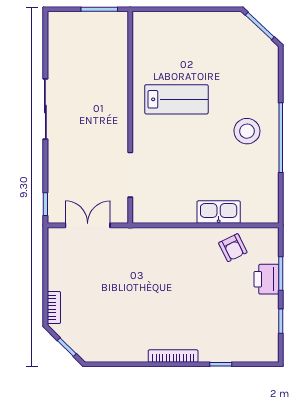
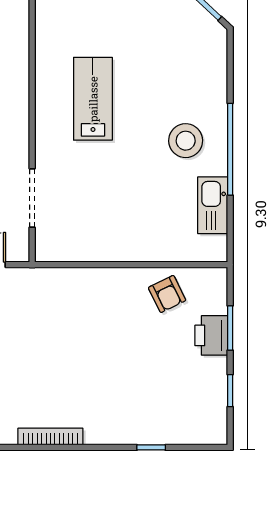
lab bench: (176, 99) -> (93, 99), turned -90
kitchen sink: (219, 212) -> (213, 205), moved, turned -90
bookcase: (173, 356) -> (50, 436), moved

